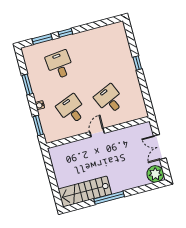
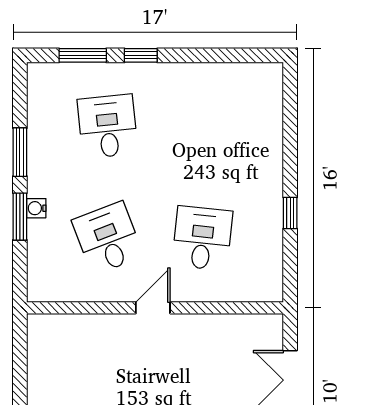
window: (137, 63) -> (290, 213), moved
desk: (109, 99) -> (202, 238), turned 30
window: (38, 125) -> (20, 217), moved

